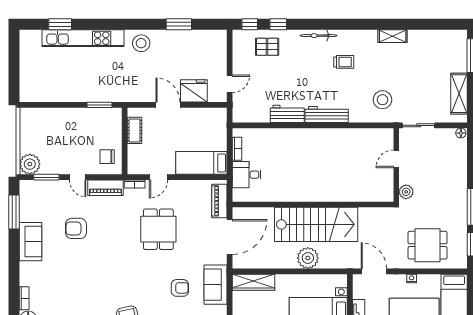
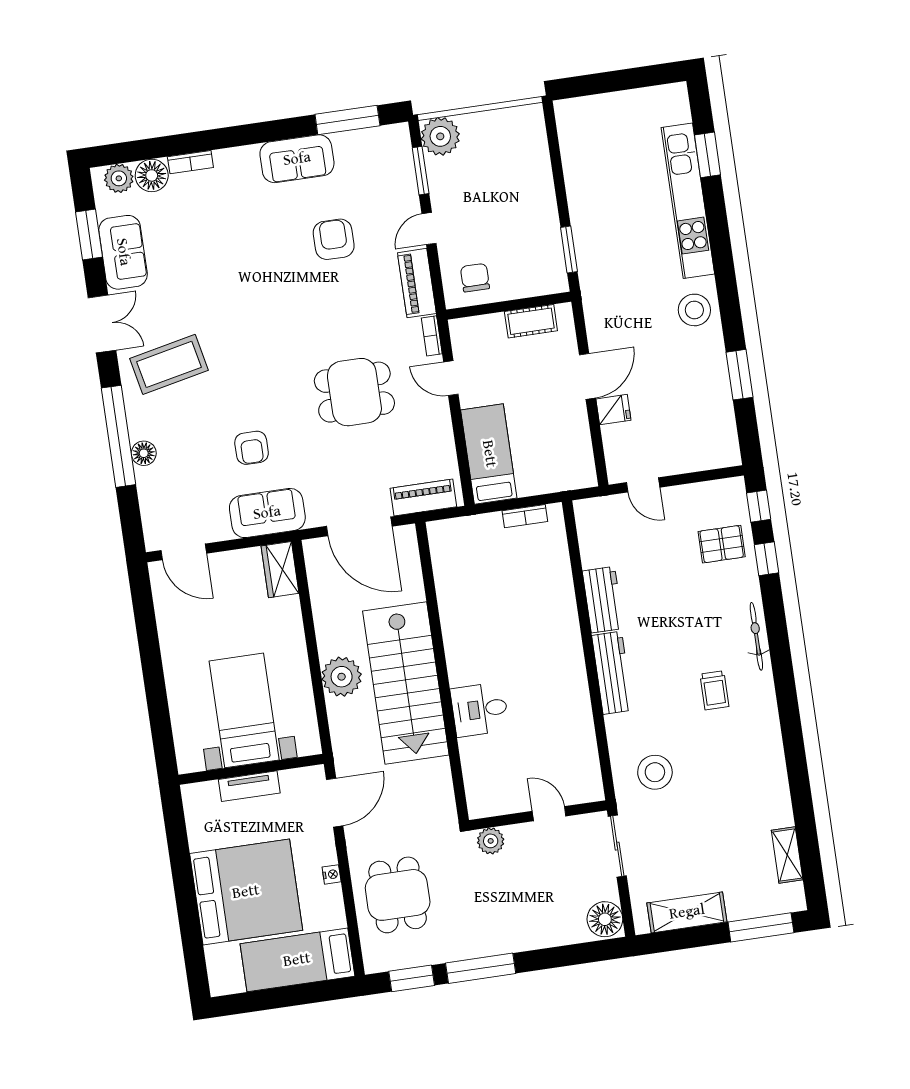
shelving: (393, 36) -> (787, 855), moved
pallet: (267, 47) -> (722, 544), turned 90
fridge: (194, 91) -> (613, 410), width x0.53, depth x0.75
floor lamp: (461, 133) -> (605, 919), width x1.89, depth x1.89
desk: (247, 175) -> (480, 709), moved, turned -90
wardrobe: (253, 282) -> (280, 570), width x0.67

